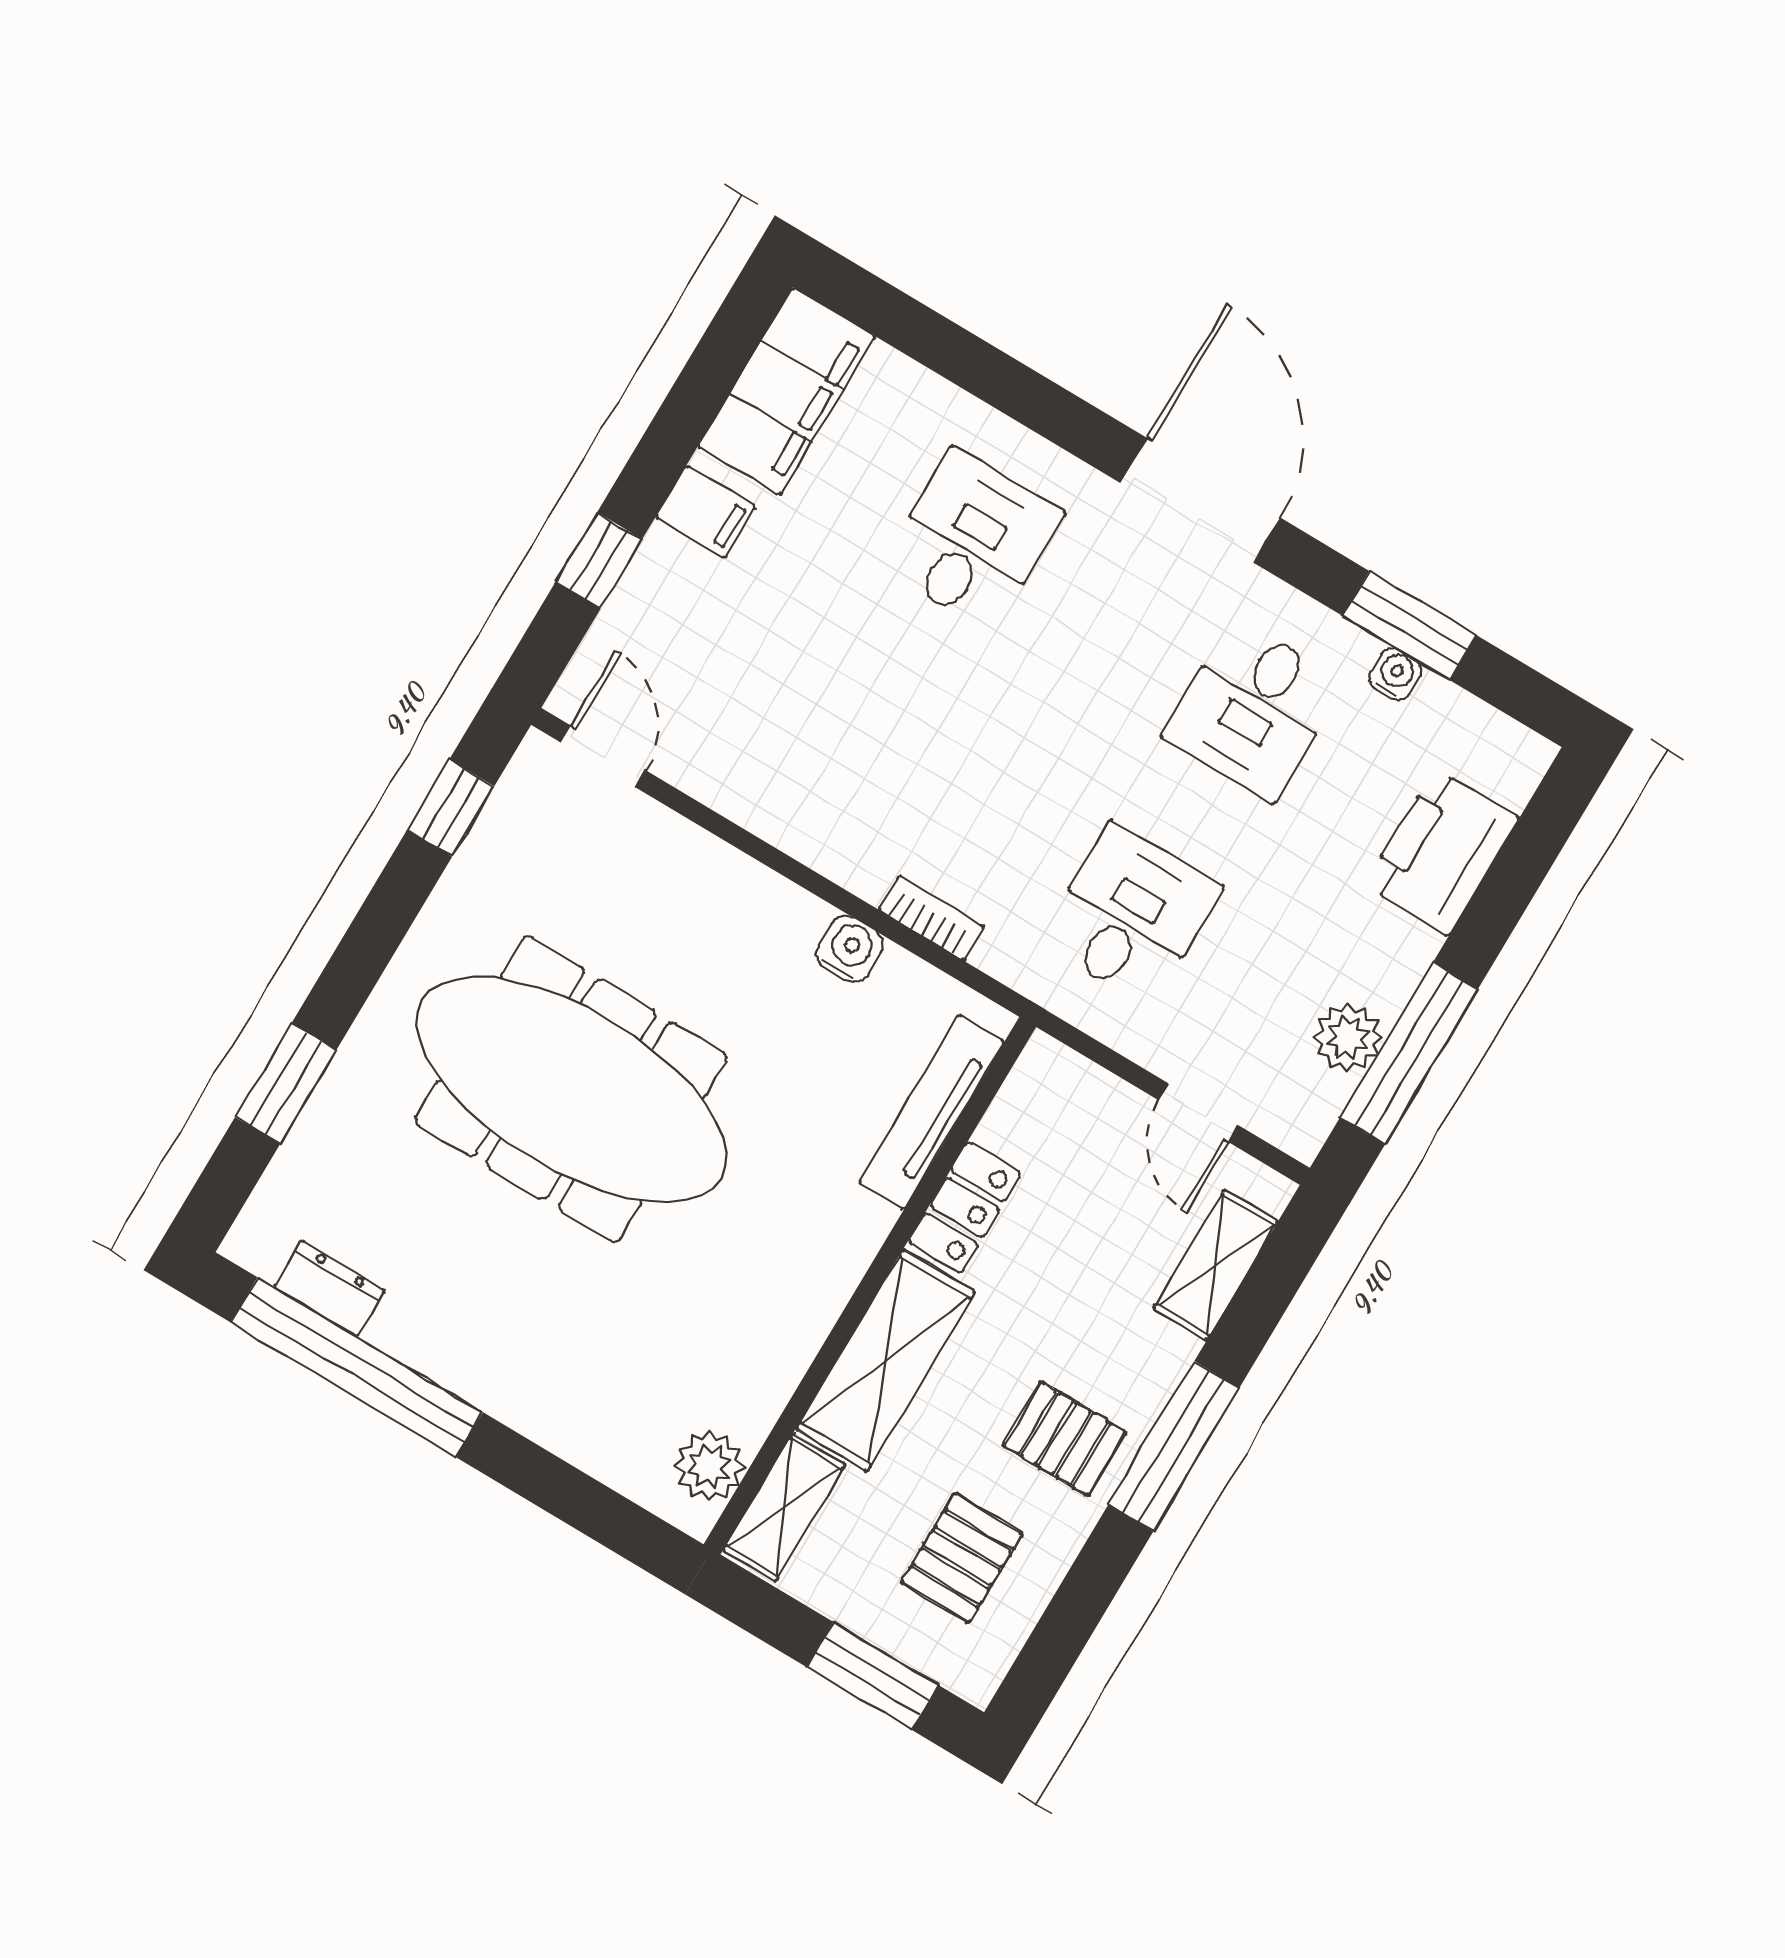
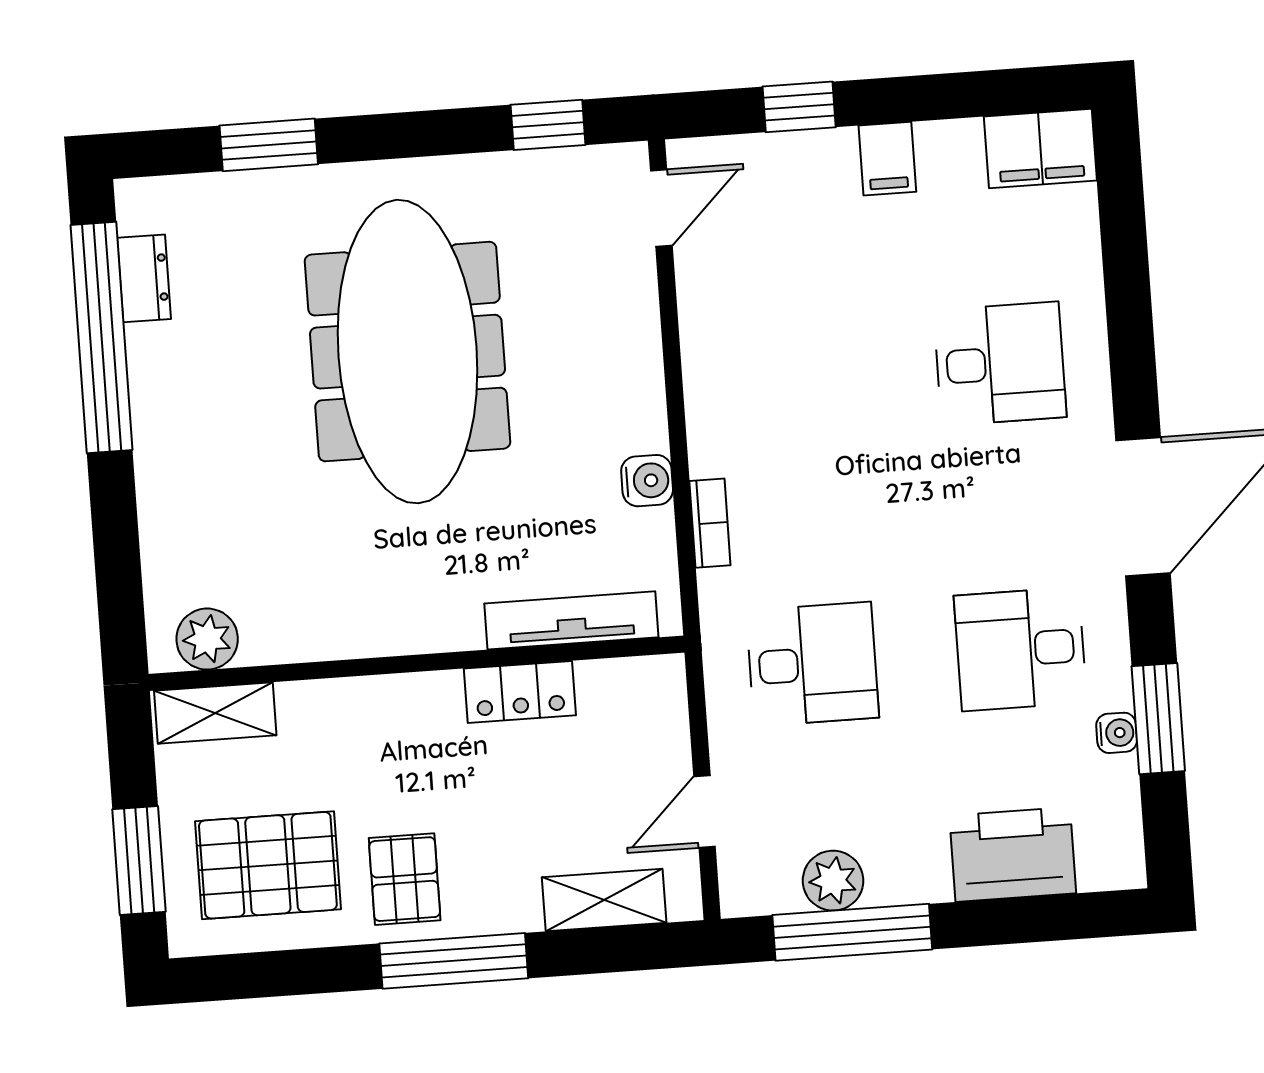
filing cabinet: (787, 391) -> (1040, 149), width x0.67, depth x0.86
shelving: (885, 1360) -> (371, 712), removed
pallet: (962, 1558) -> (268, 865), width x1.50, depth x1.42

